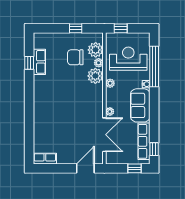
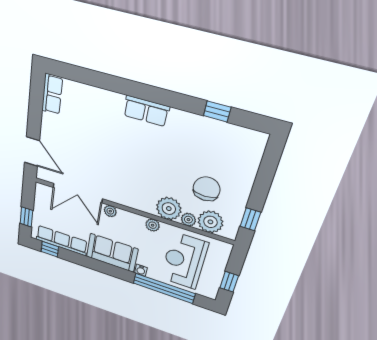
window: (76, 28) -> (250, 219), moved
window: (121, 28) -> (229, 282), moved
reception desk: (128, 59) -> (184, 261), turned 180
row of seats: (39, 62) -> (146, 111), moved

